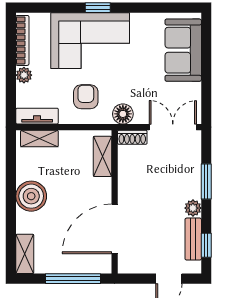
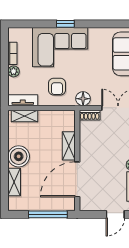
bookcase: (22, 40) -> (12, 53), width x0.64
armchair: (86, 97) -> (57, 87), turned 180
shelving: (102, 156) -> (69, 146), moved
shelving: (25, 254) -> (14, 182), moved

